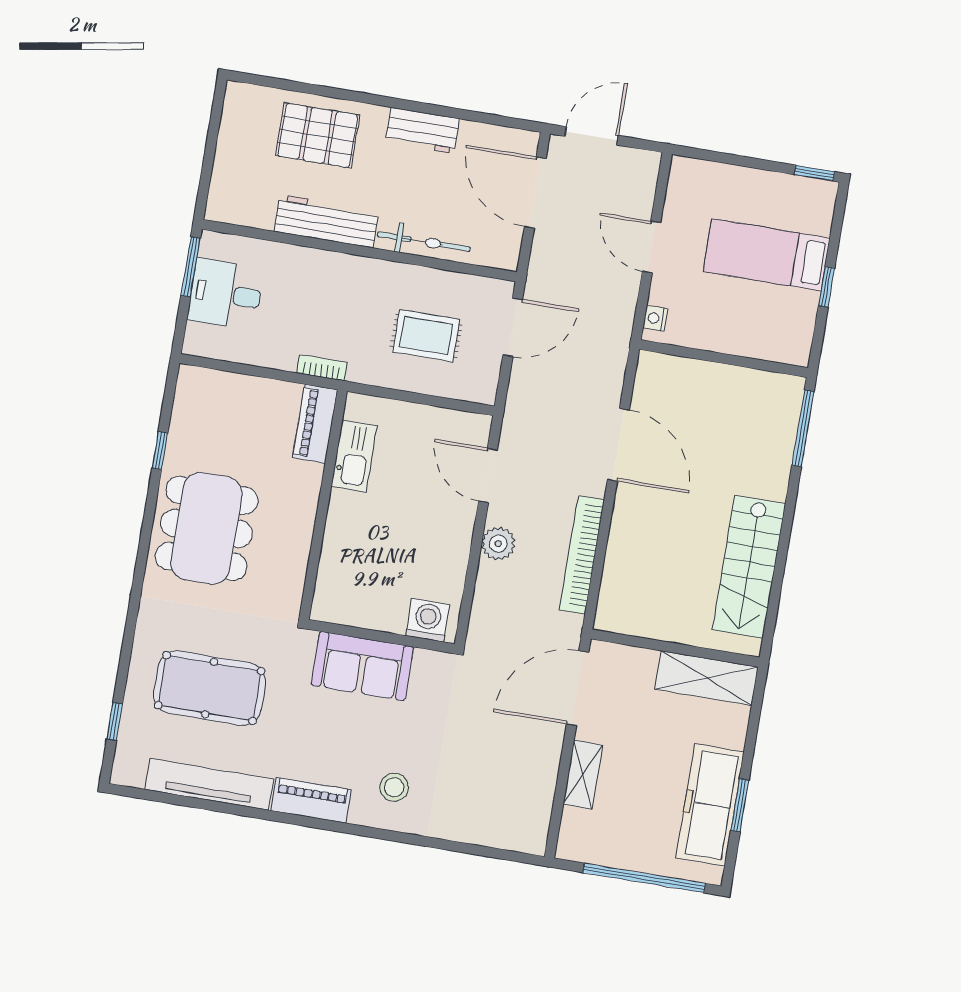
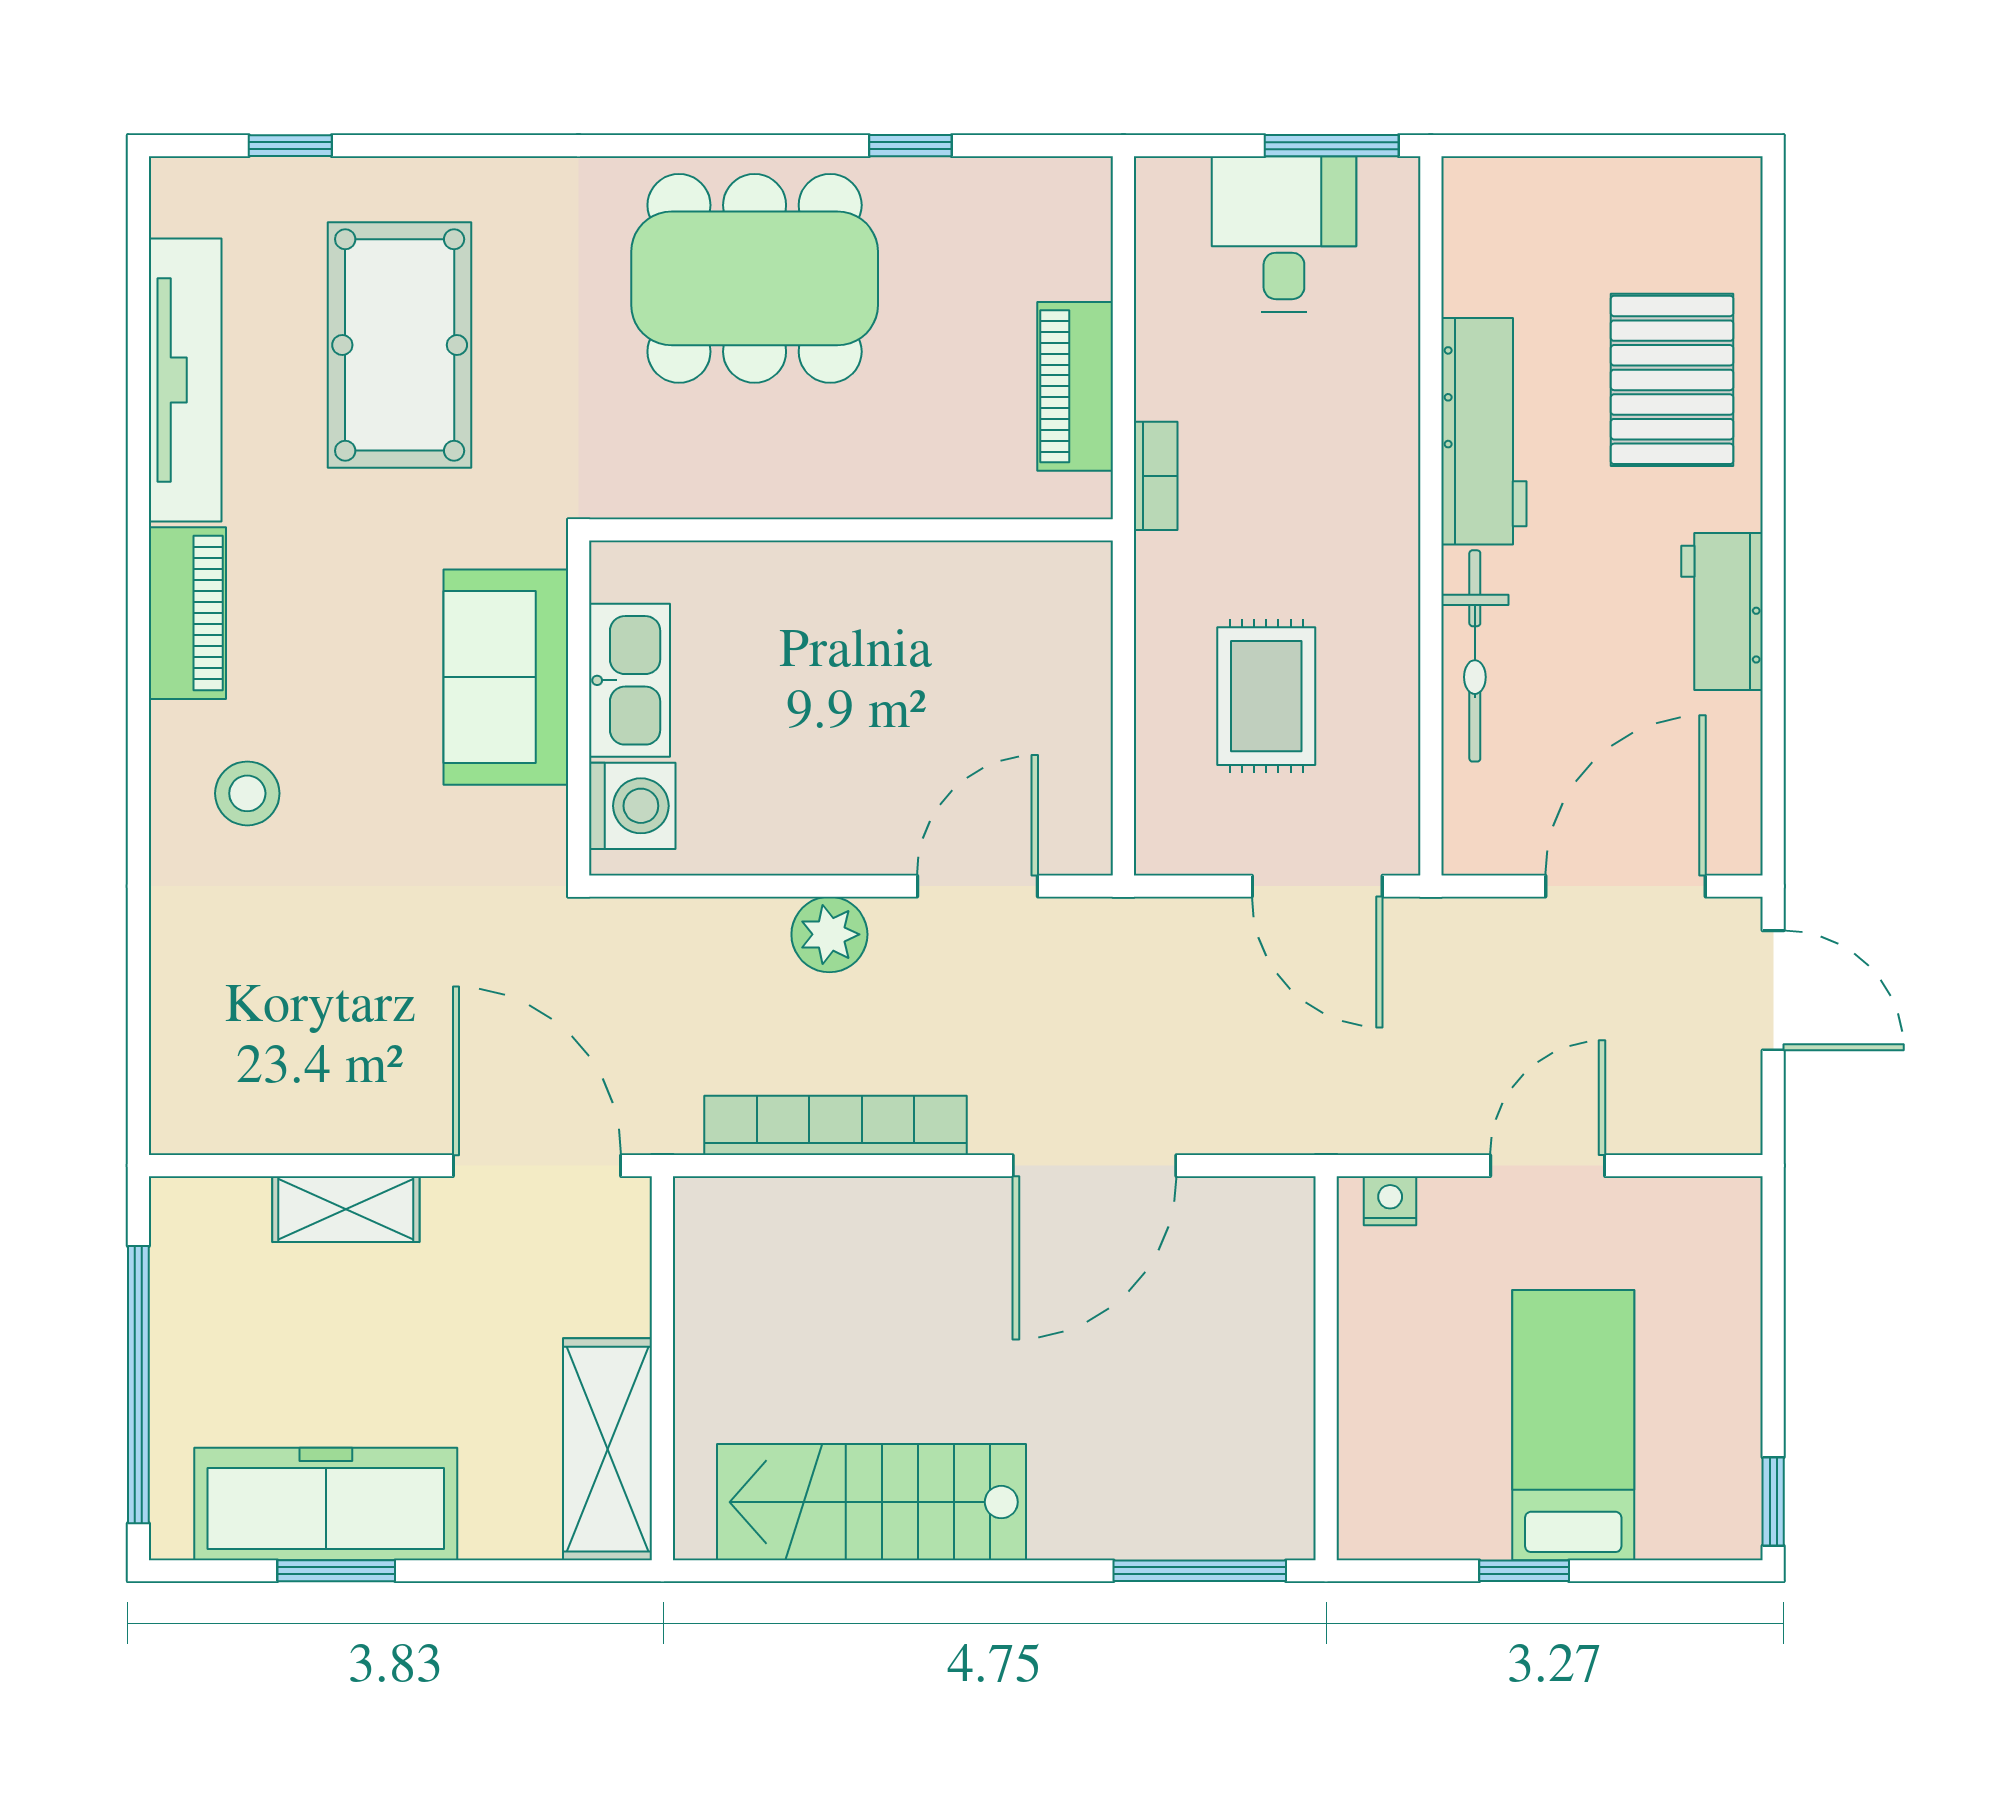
piano: (315, 424) -> (1075, 386), moved, turned -90
kitchen sink: (354, 456) -> (629, 680), moved, turned -90

